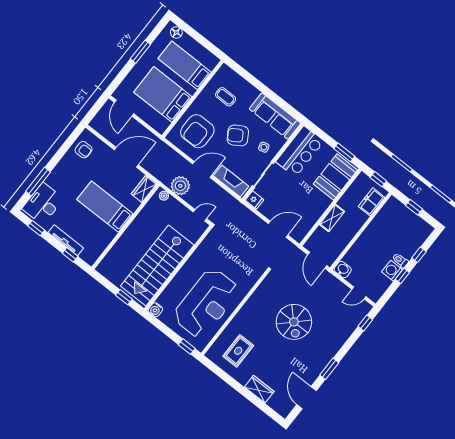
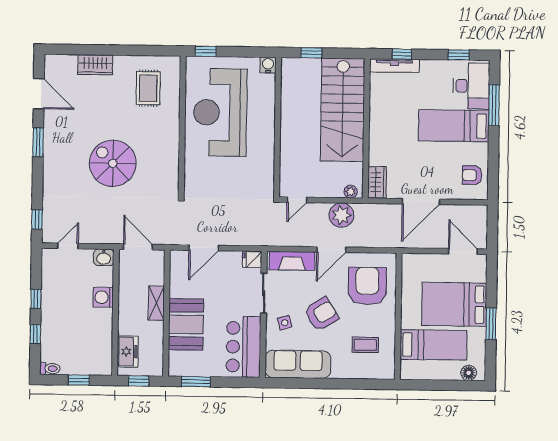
bed: (163, 94) -> (454, 304), moved, turned 180
booth: (335, 177) -> (186, 324), moved
bed: (105, 207) -> (454, 126), moved, turned 180
tv unit: (66, 240) -> (394, 66), moved
toilet: (400, 260) -> (50, 369), moved
stairs: (157, 266) -> (343, 110), moved, turned 180
washing machine: (392, 271) -> (103, 297), moved, turned 180

